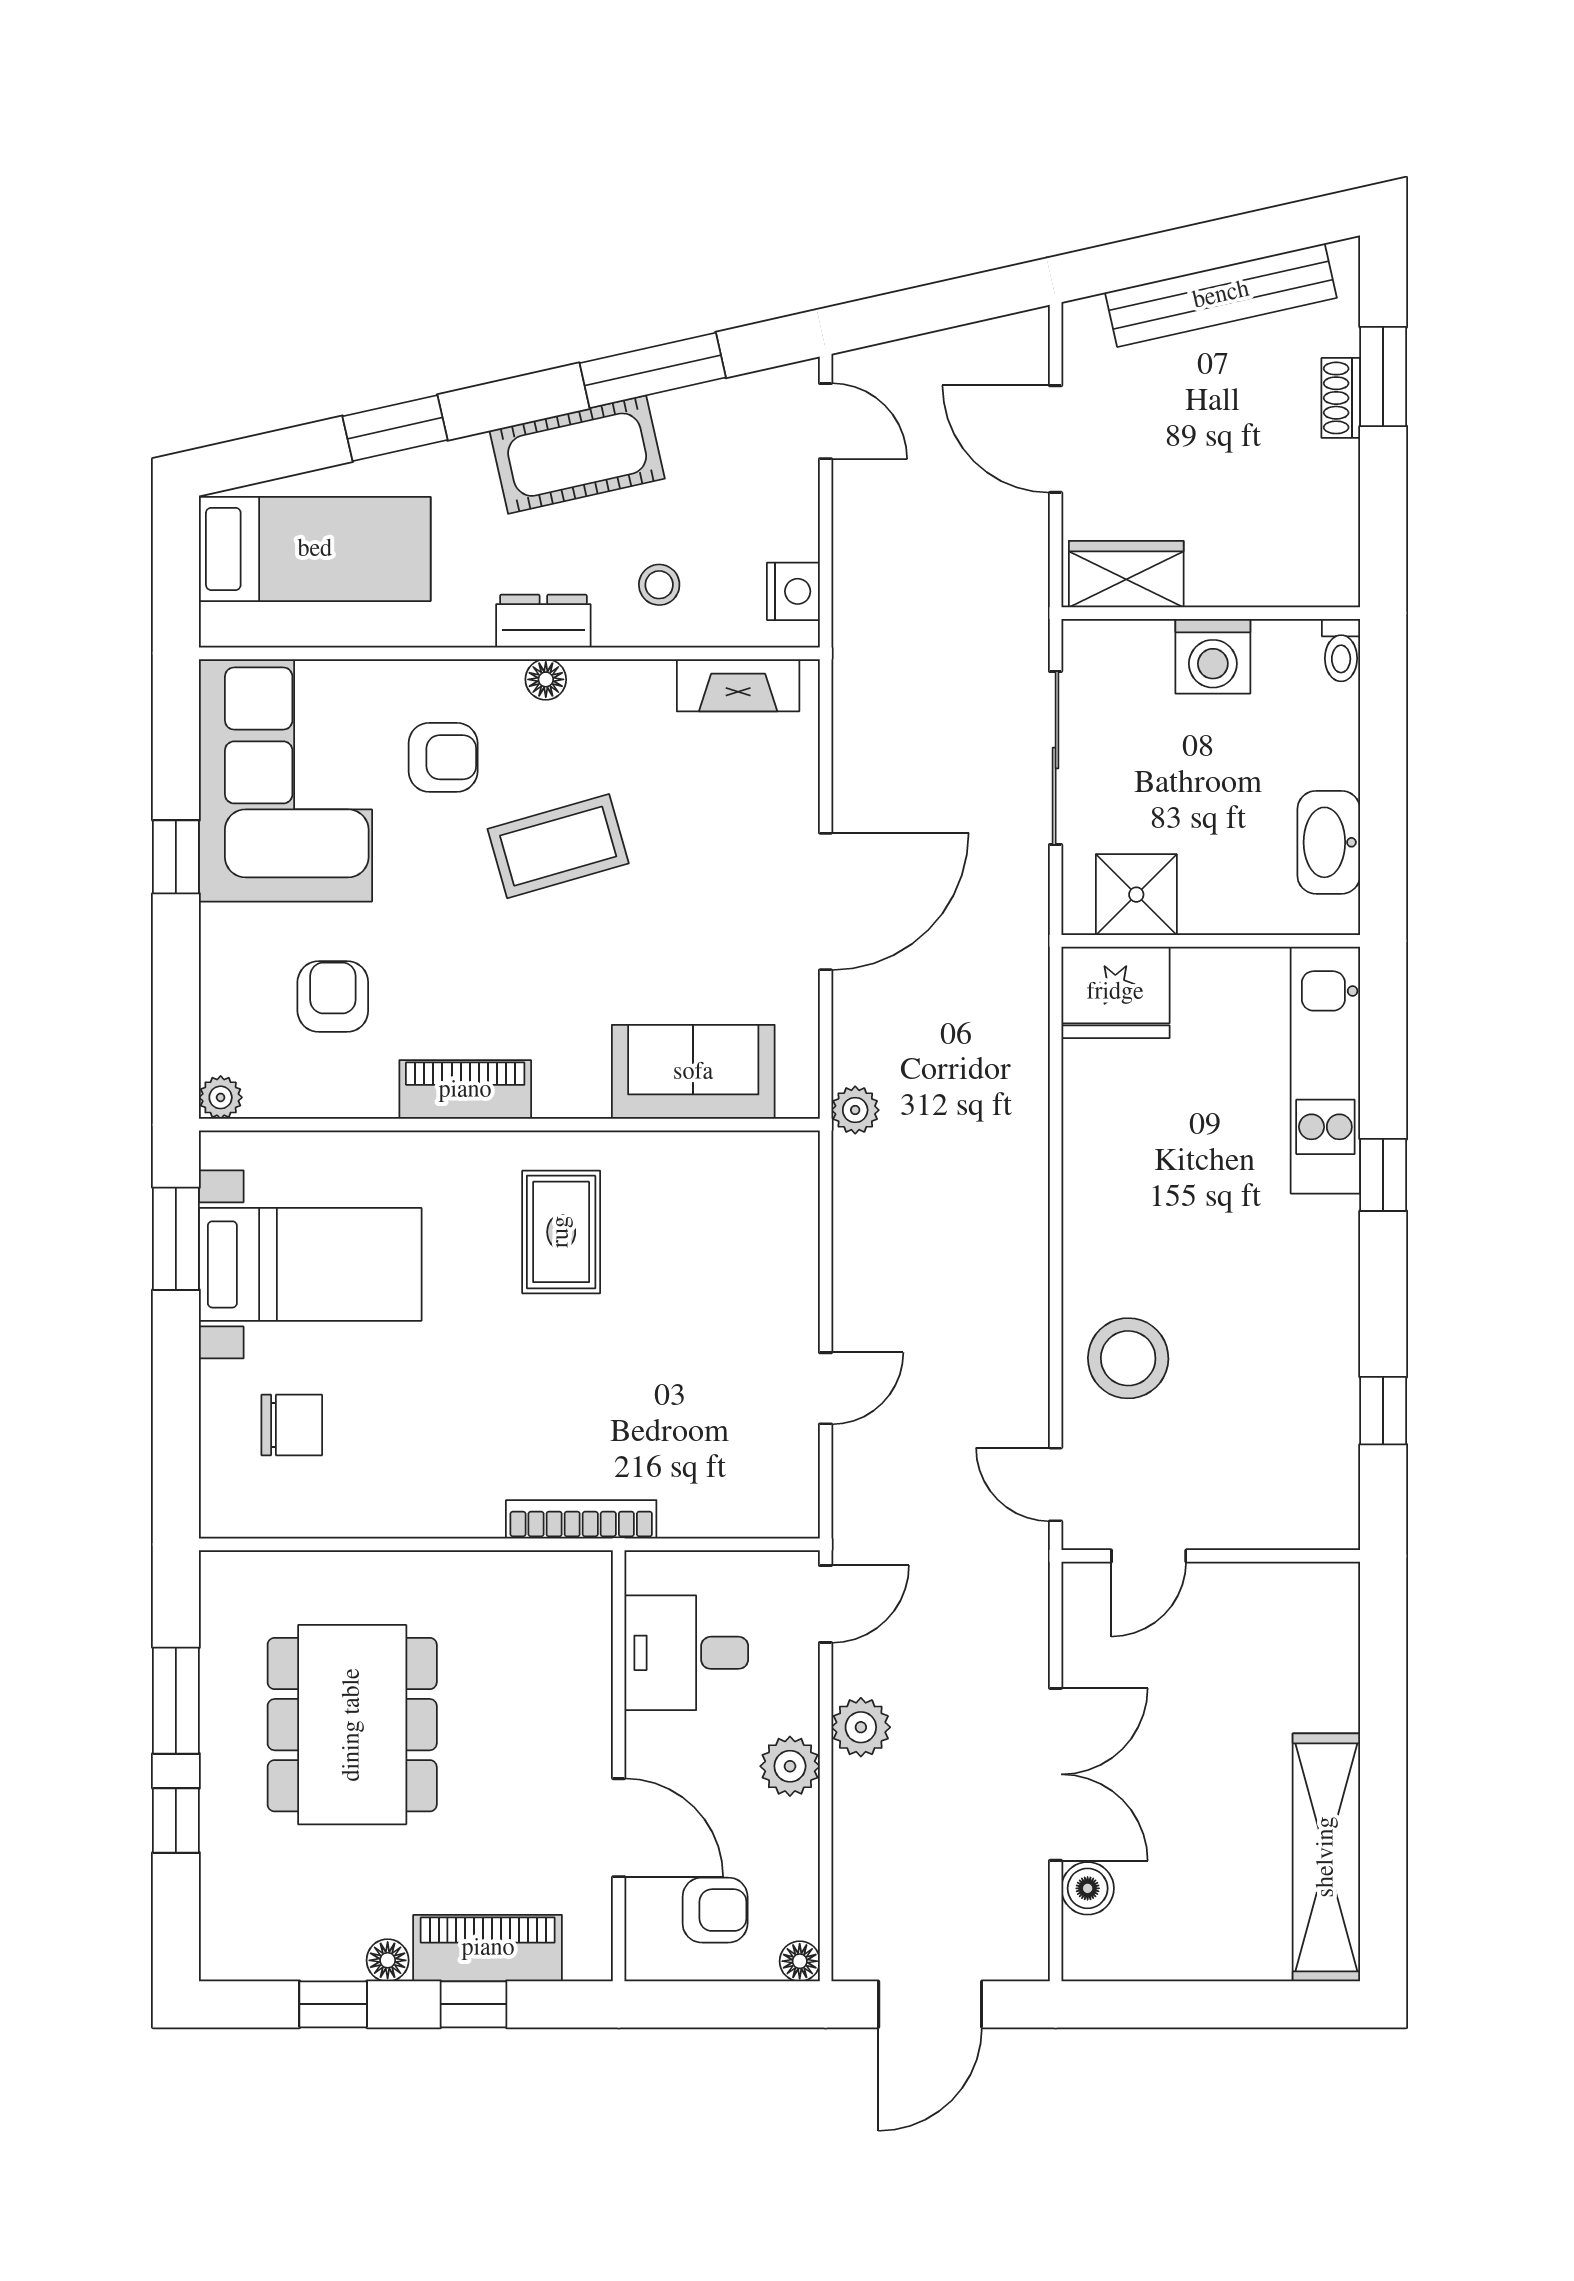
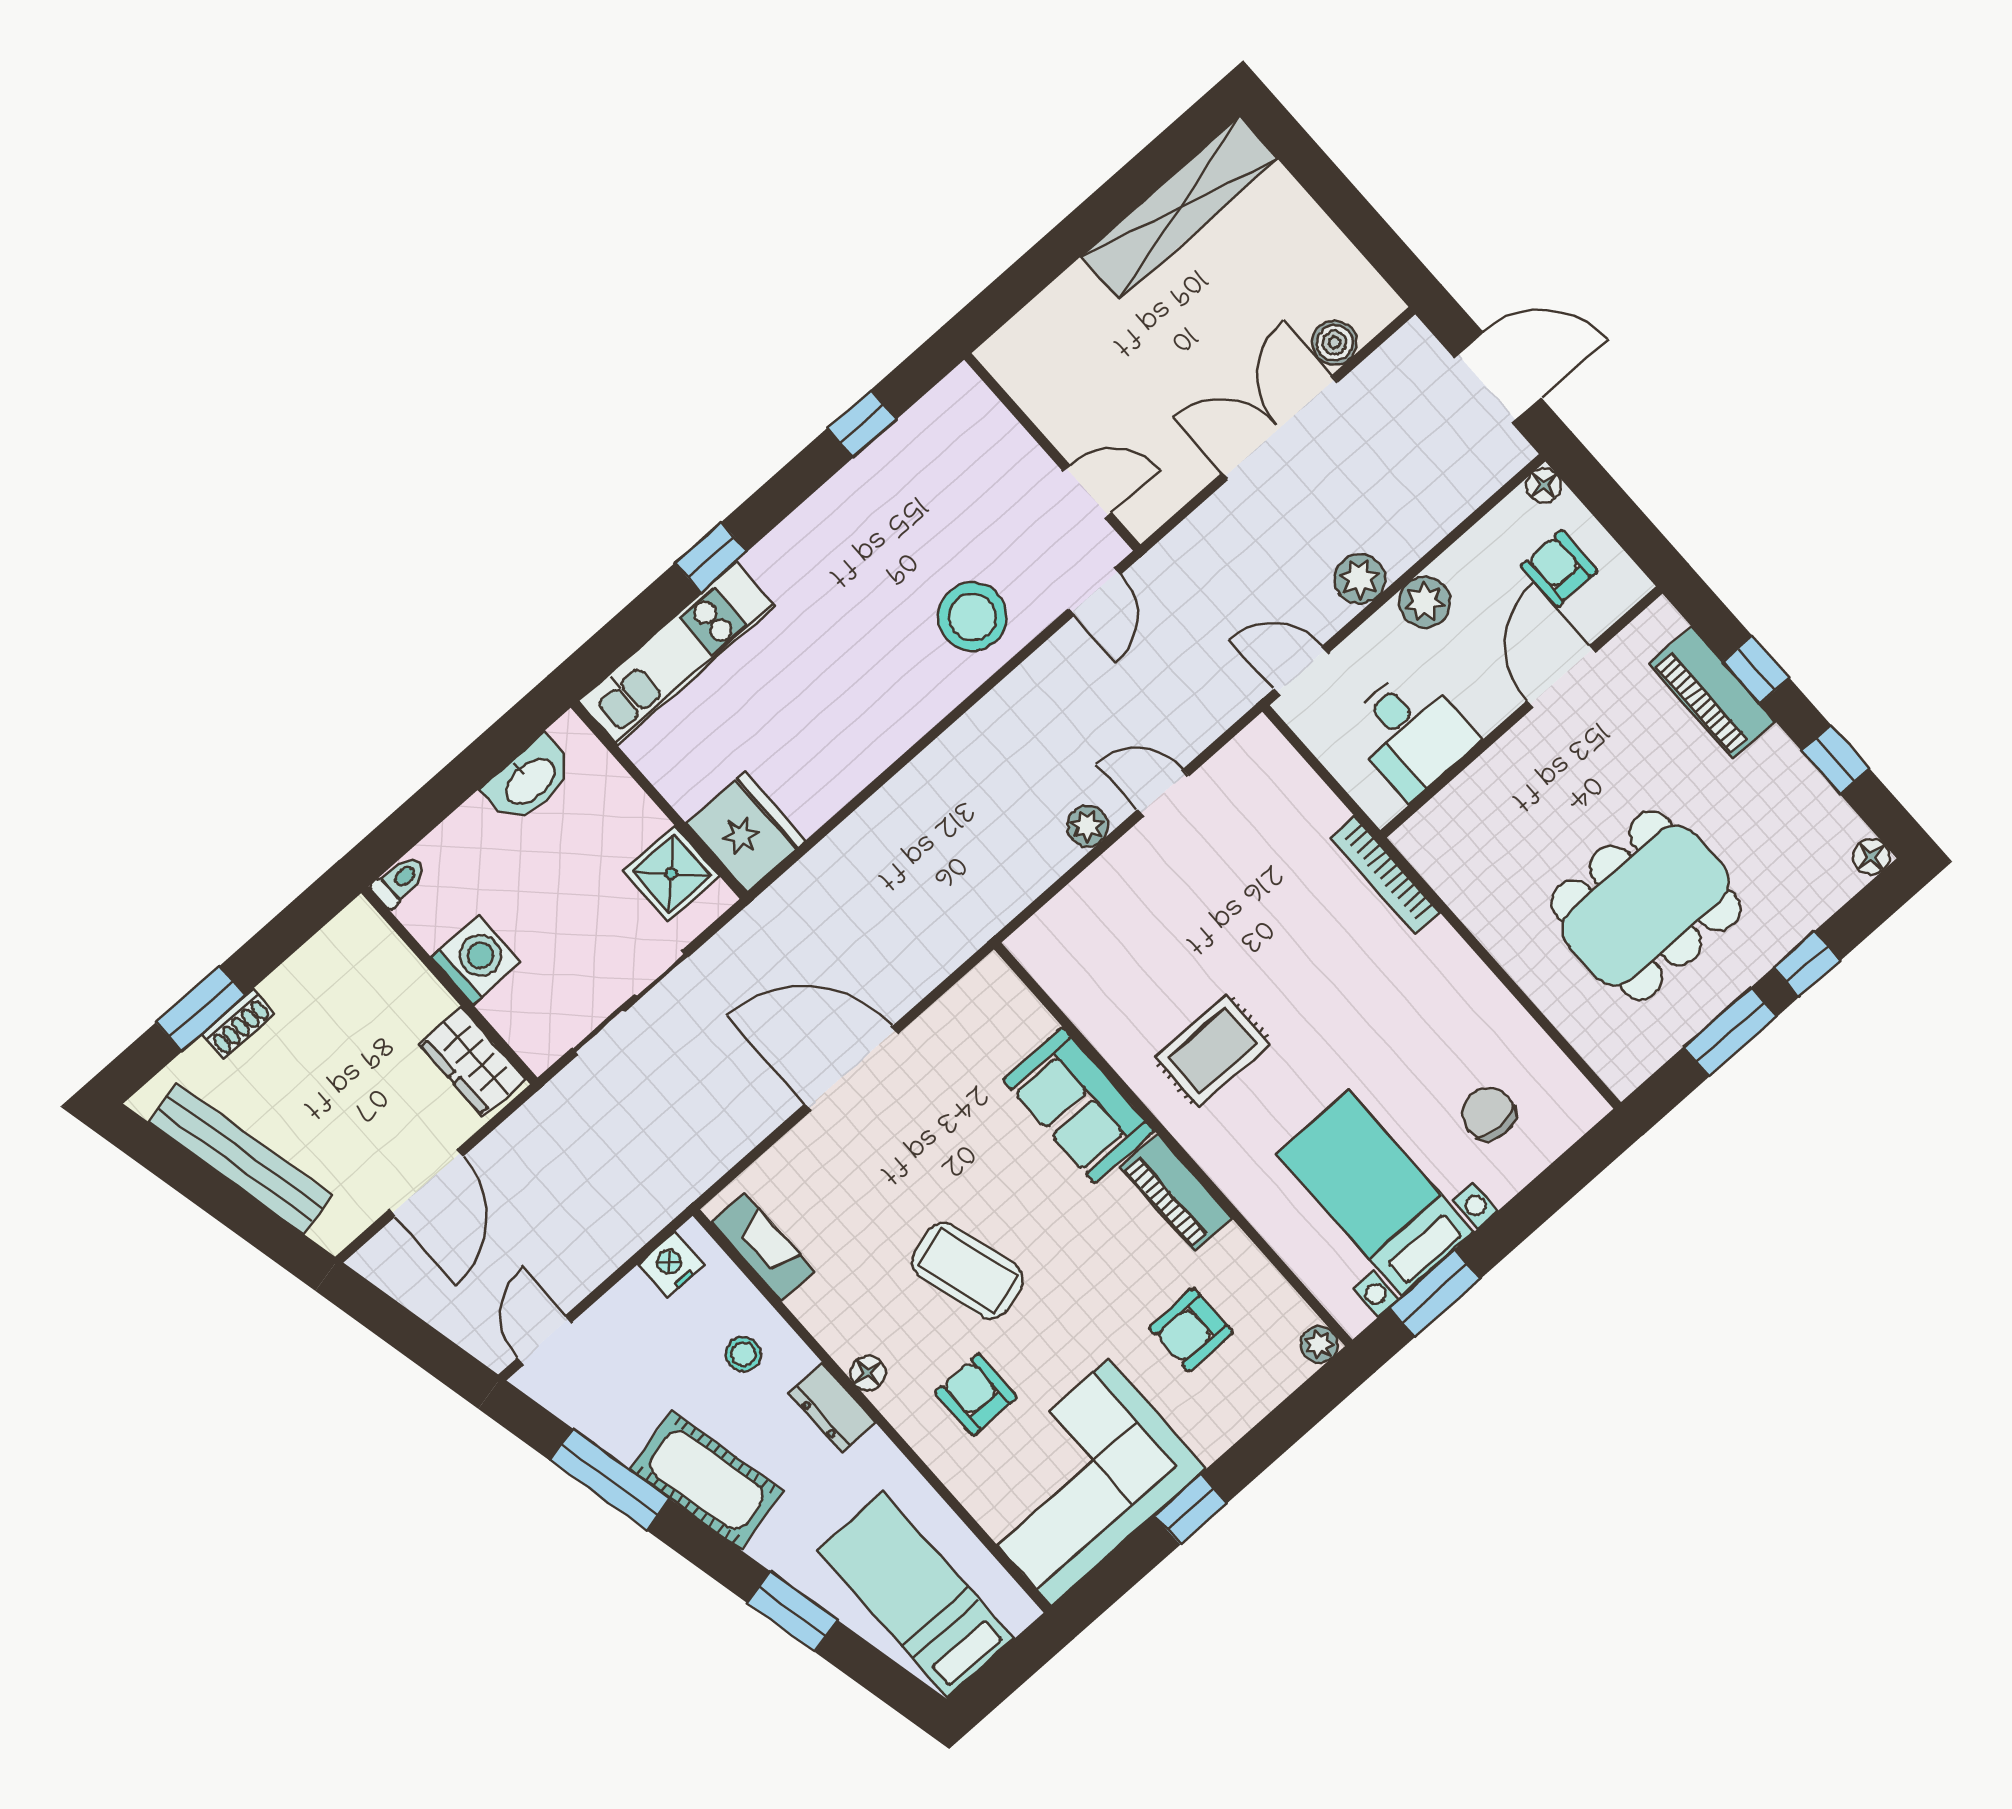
sofa: (693, 1072) -> (1079, 1105), moved
plant: (855, 1110) -> (1088, 826), moved
floor lamp: (388, 1960) -> (1871, 857), moved

